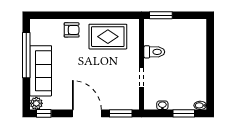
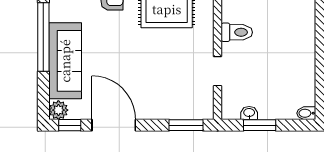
door: (87, 113) -> (114, 125), moved
window: (184, 113) -> (260, 125), moved

